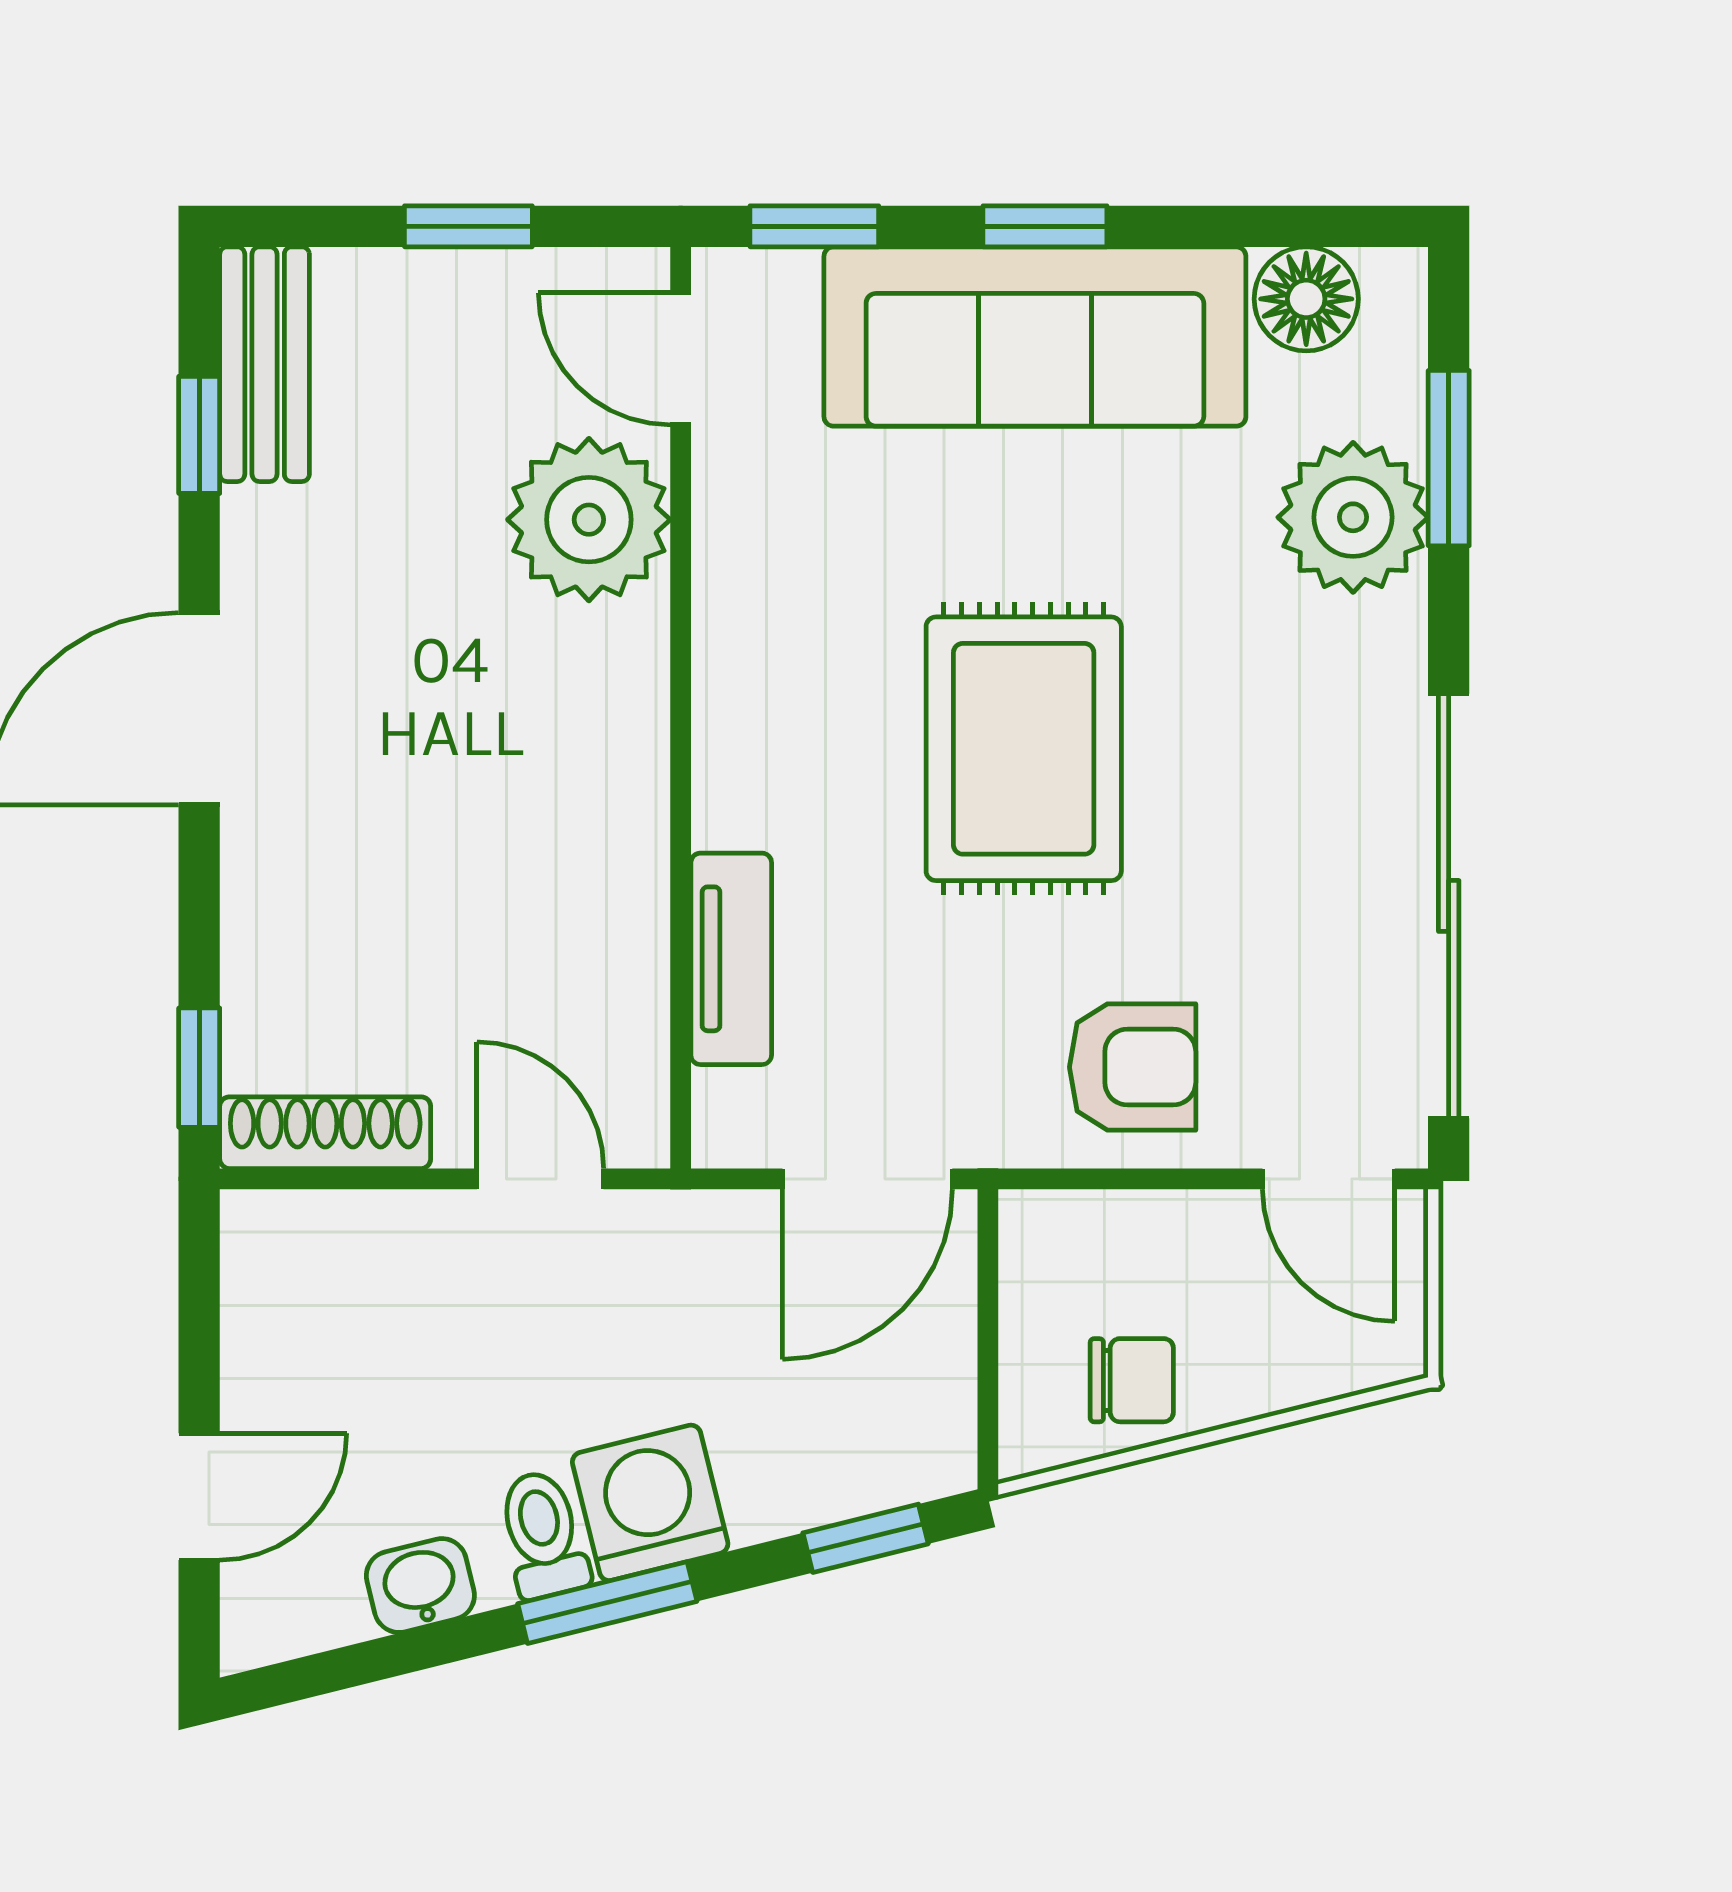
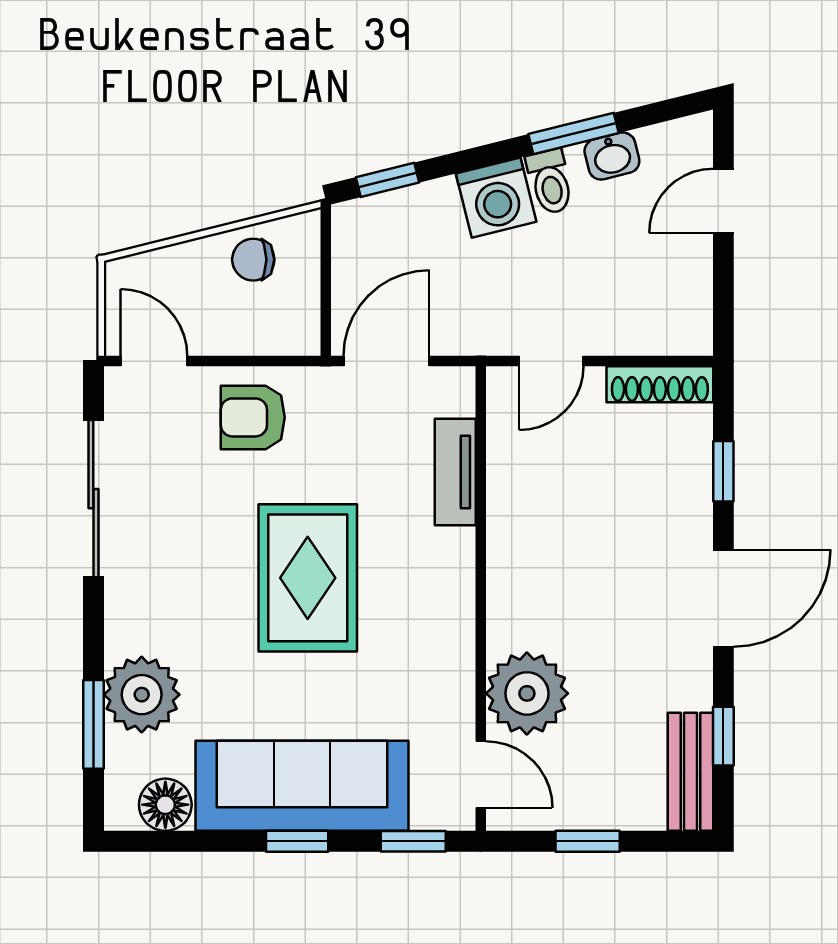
sliding door: (1449, 906) -> (93, 499), width x0.73
window: (199, 1068) -> (723, 471), moved
door: (540, 1179) -> (551, 361), hinge flipped
window: (607, 1603) -> (574, 134), moved

